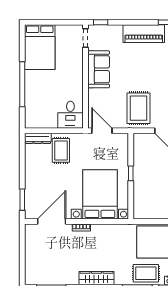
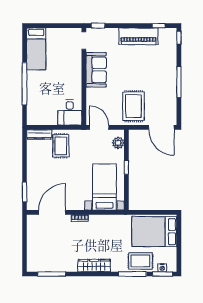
bed: (40, 47) -> (36, 49), width x0.67
plant: (122, 147) -> (118, 143), added
bed with nightstands: (100, 194) -> (104, 187), width x0.73

